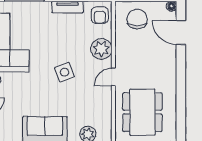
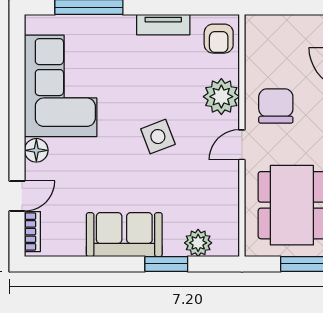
chair: (137, 19) -> (276, 106), moved

